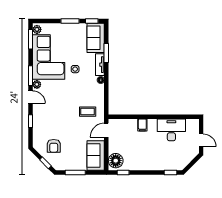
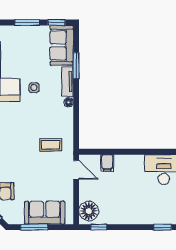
filing cabinet: (142, 125) -> (107, 163), moved
door: (106, 130) -> (76, 170), swing flipped
sofa: (96, 156) -> (45, 213), moved, turned 90

